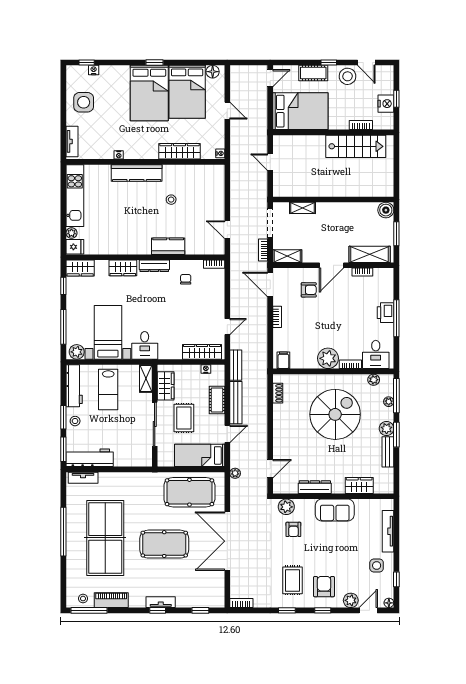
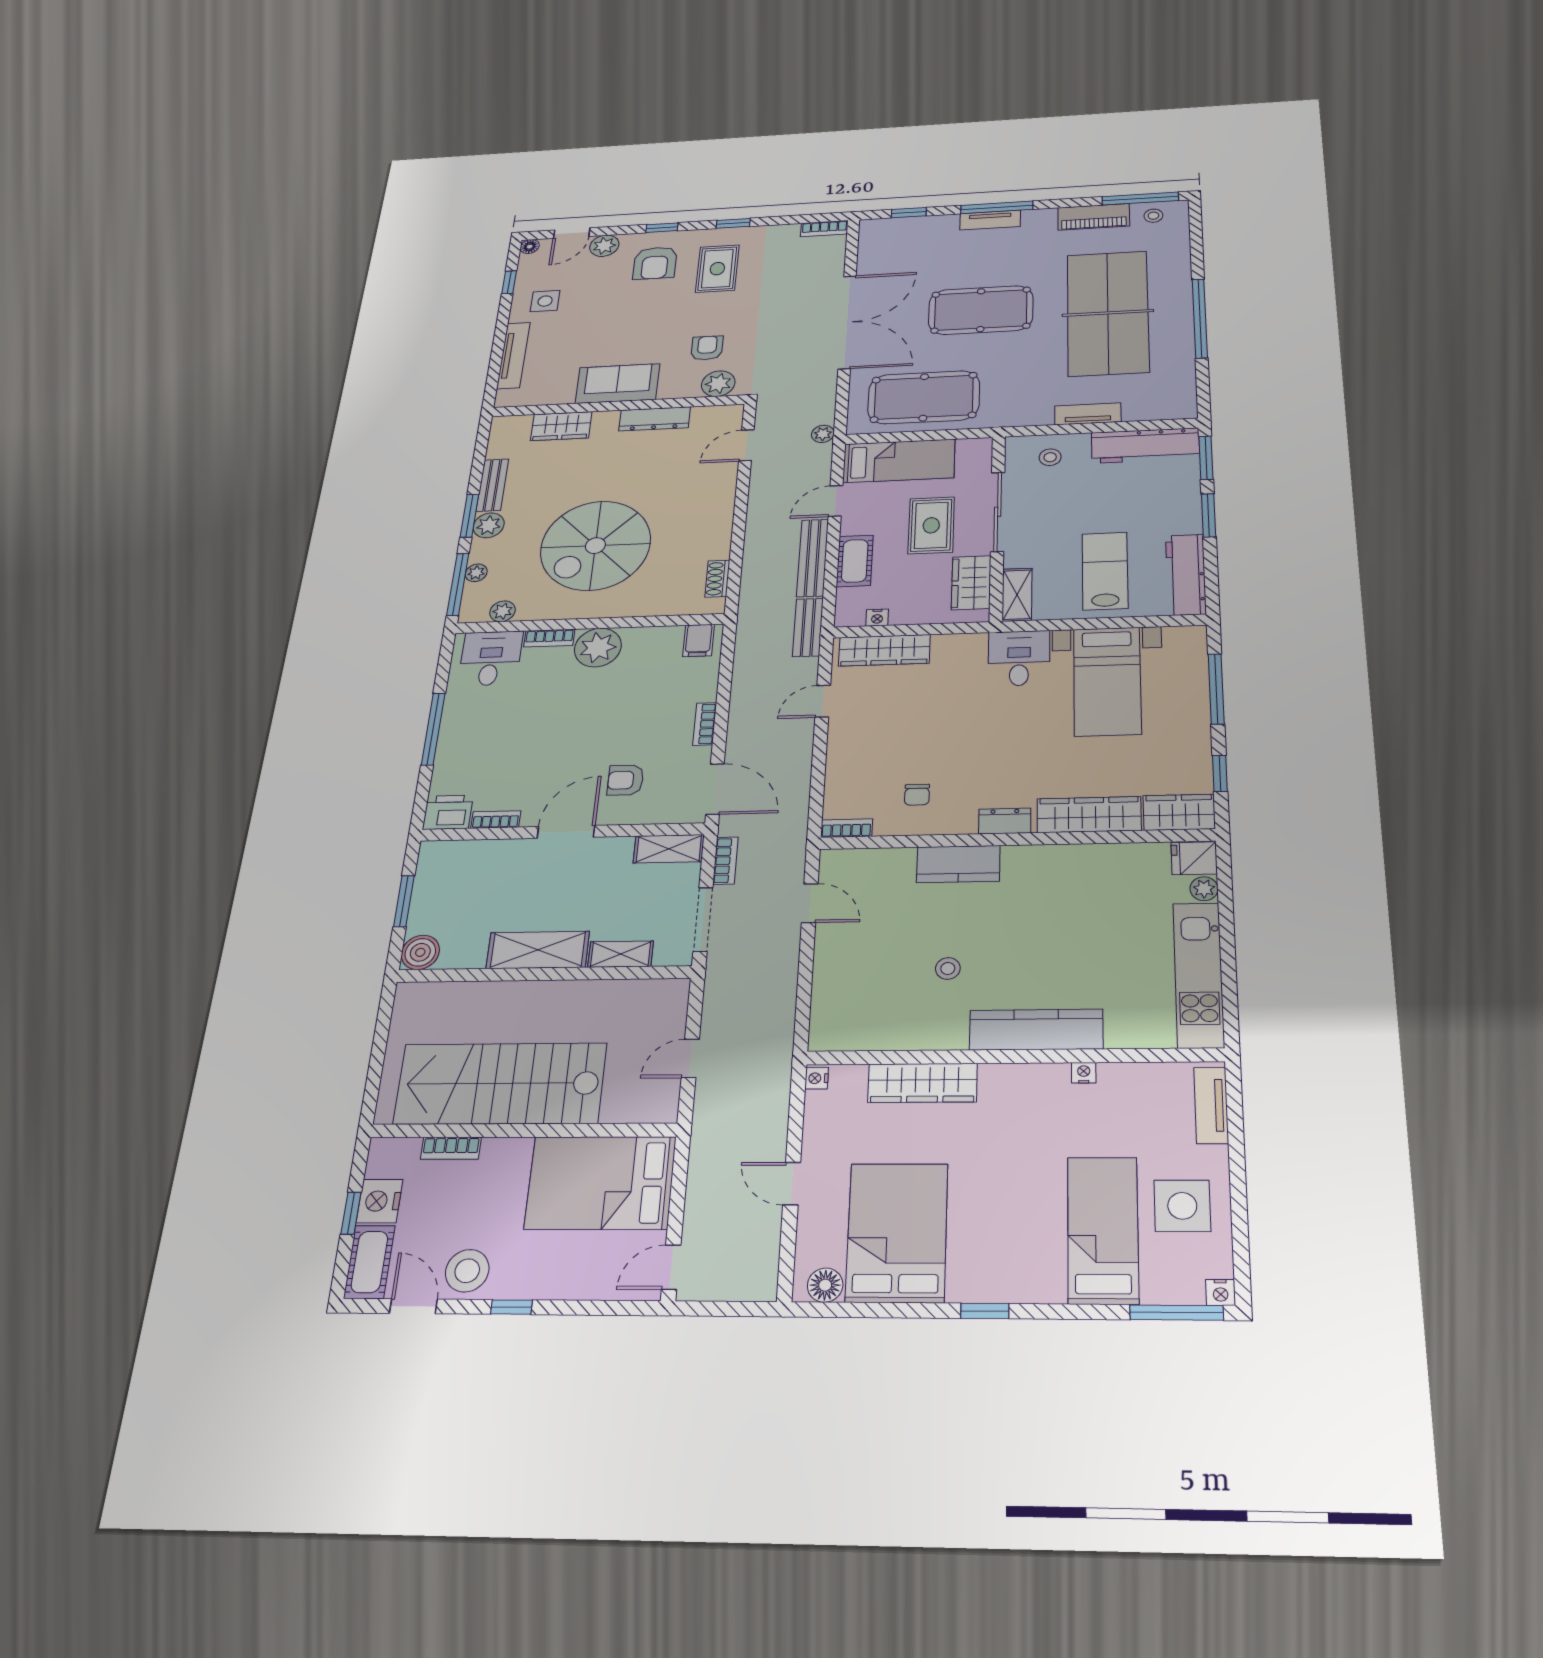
window: (87, 63) -> (1177, 1313), width x2.17
nightstand: (94, 70) -> (1221, 1292), moved
cot: (313, 73) -> (369, 1262), moved, turned 90
bed: (149, 93) -> (1103, 1230), moved, width x0.67
stairs: (356, 146) -> (500, 1083), width x1.36, depth x1.51
door: (270, 162) -> (690, 1058), swing flipped
shelving: (370, 254) -> (538, 950), moved
dresser: (154, 266) -> (1005, 821), width x0.70
wardrobe: (123, 268) -> (1089, 815), width x1.50
printer: (385, 313) -> (448, 812), moved, turned -90
plant: (77, 352) -> (1182, 640), removed
stool: (75, 421) -> (1050, 457), moved
tv unit: (83, 478) -> (1088, 414), moved
window: (158, 610) -> (997, 207), width x2.17

